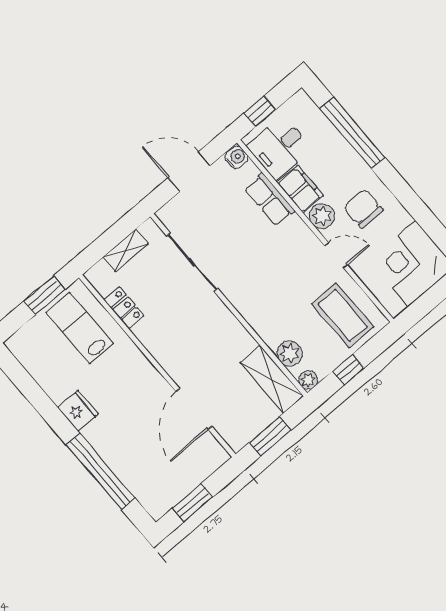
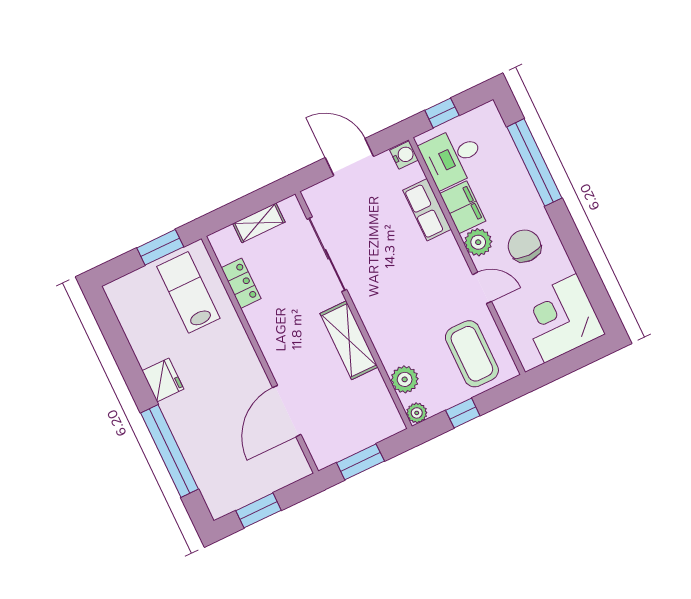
shelving: (272, 379) -> (349, 340), moved

